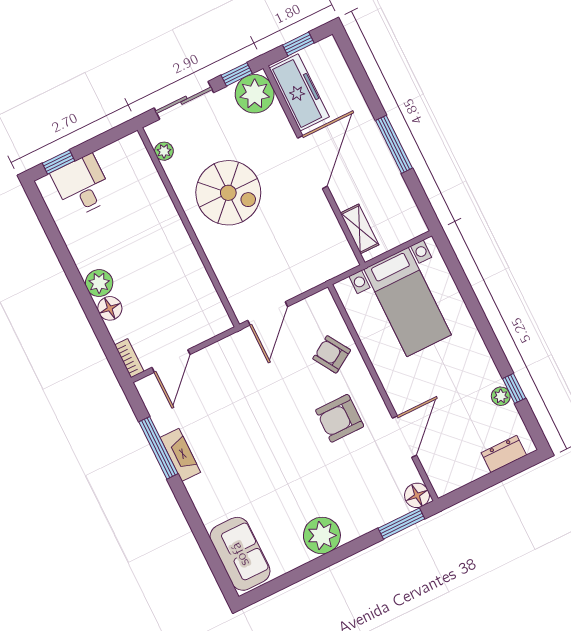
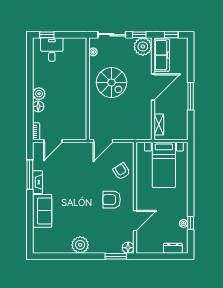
sofa: (240, 554) -> (42, 211), moved

